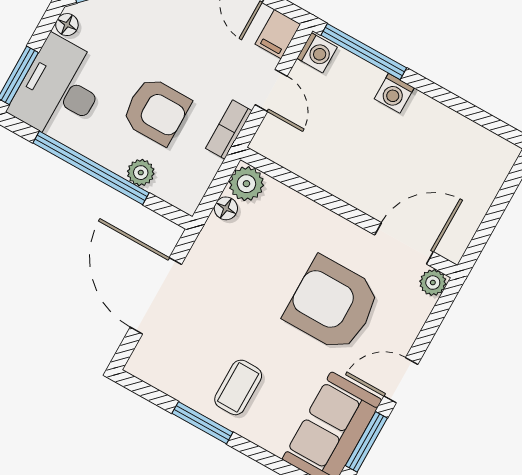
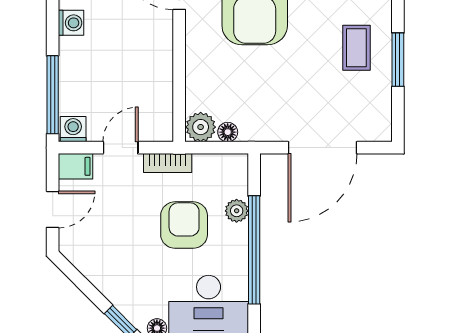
washing machine: (394, 93) -> (71, 23), moved
coffee table: (238, 387) -> (356, 48), turned 90

